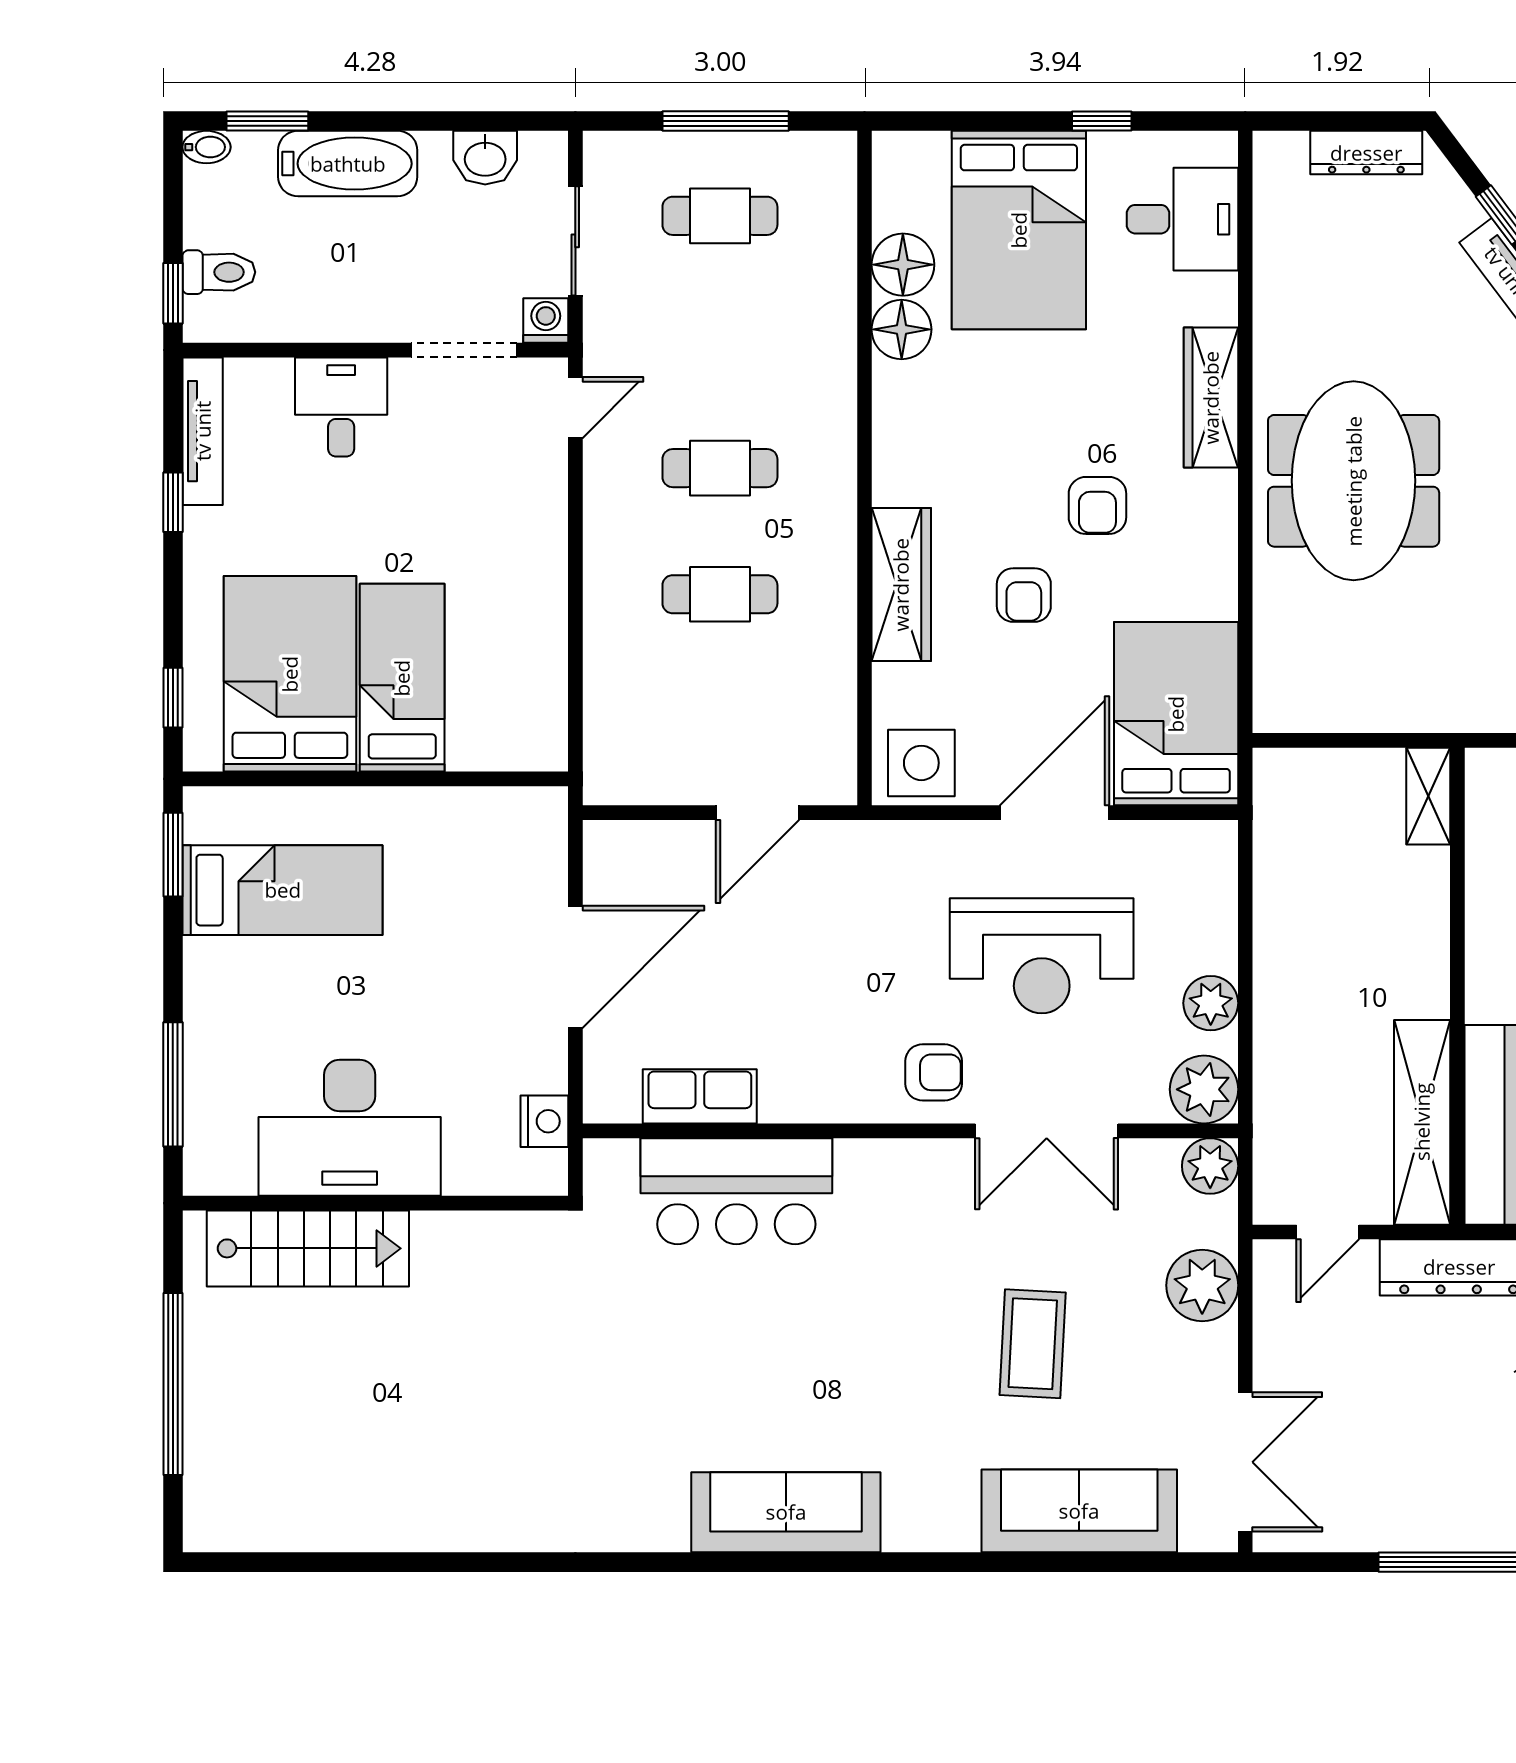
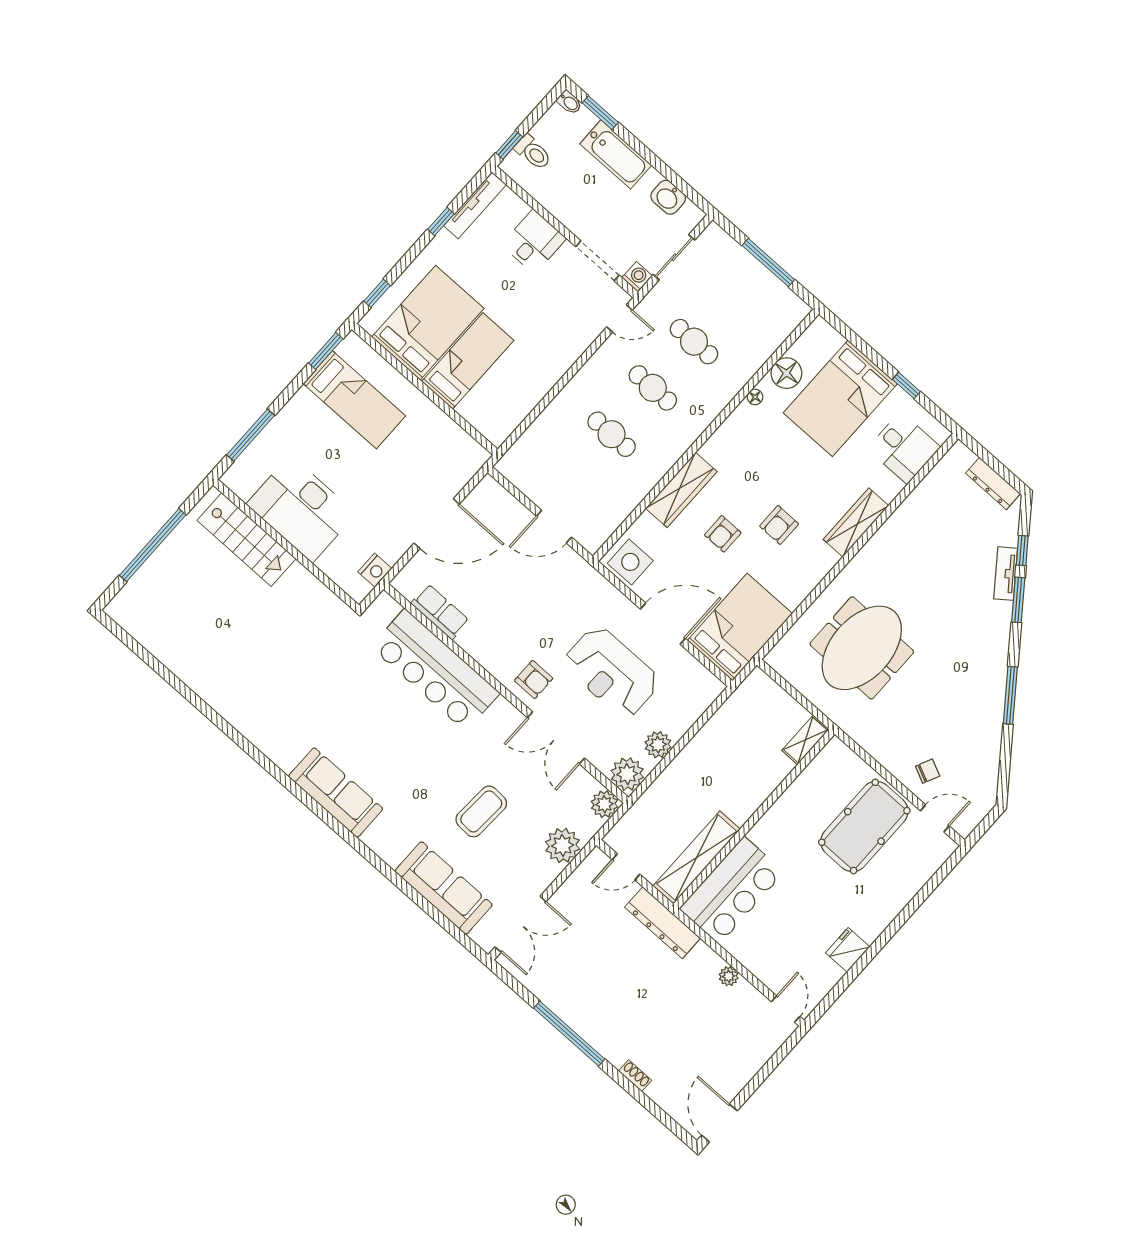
cafe table: (720, 216) -> (694, 342), moved
floor lamp: (902, 329) -> (755, 397), width x0.53, depth x0.53
meeting table: (1354, 481) -> (862, 648), moved
bar counter: (736, 1191) -> (435, 670), width x1.36

